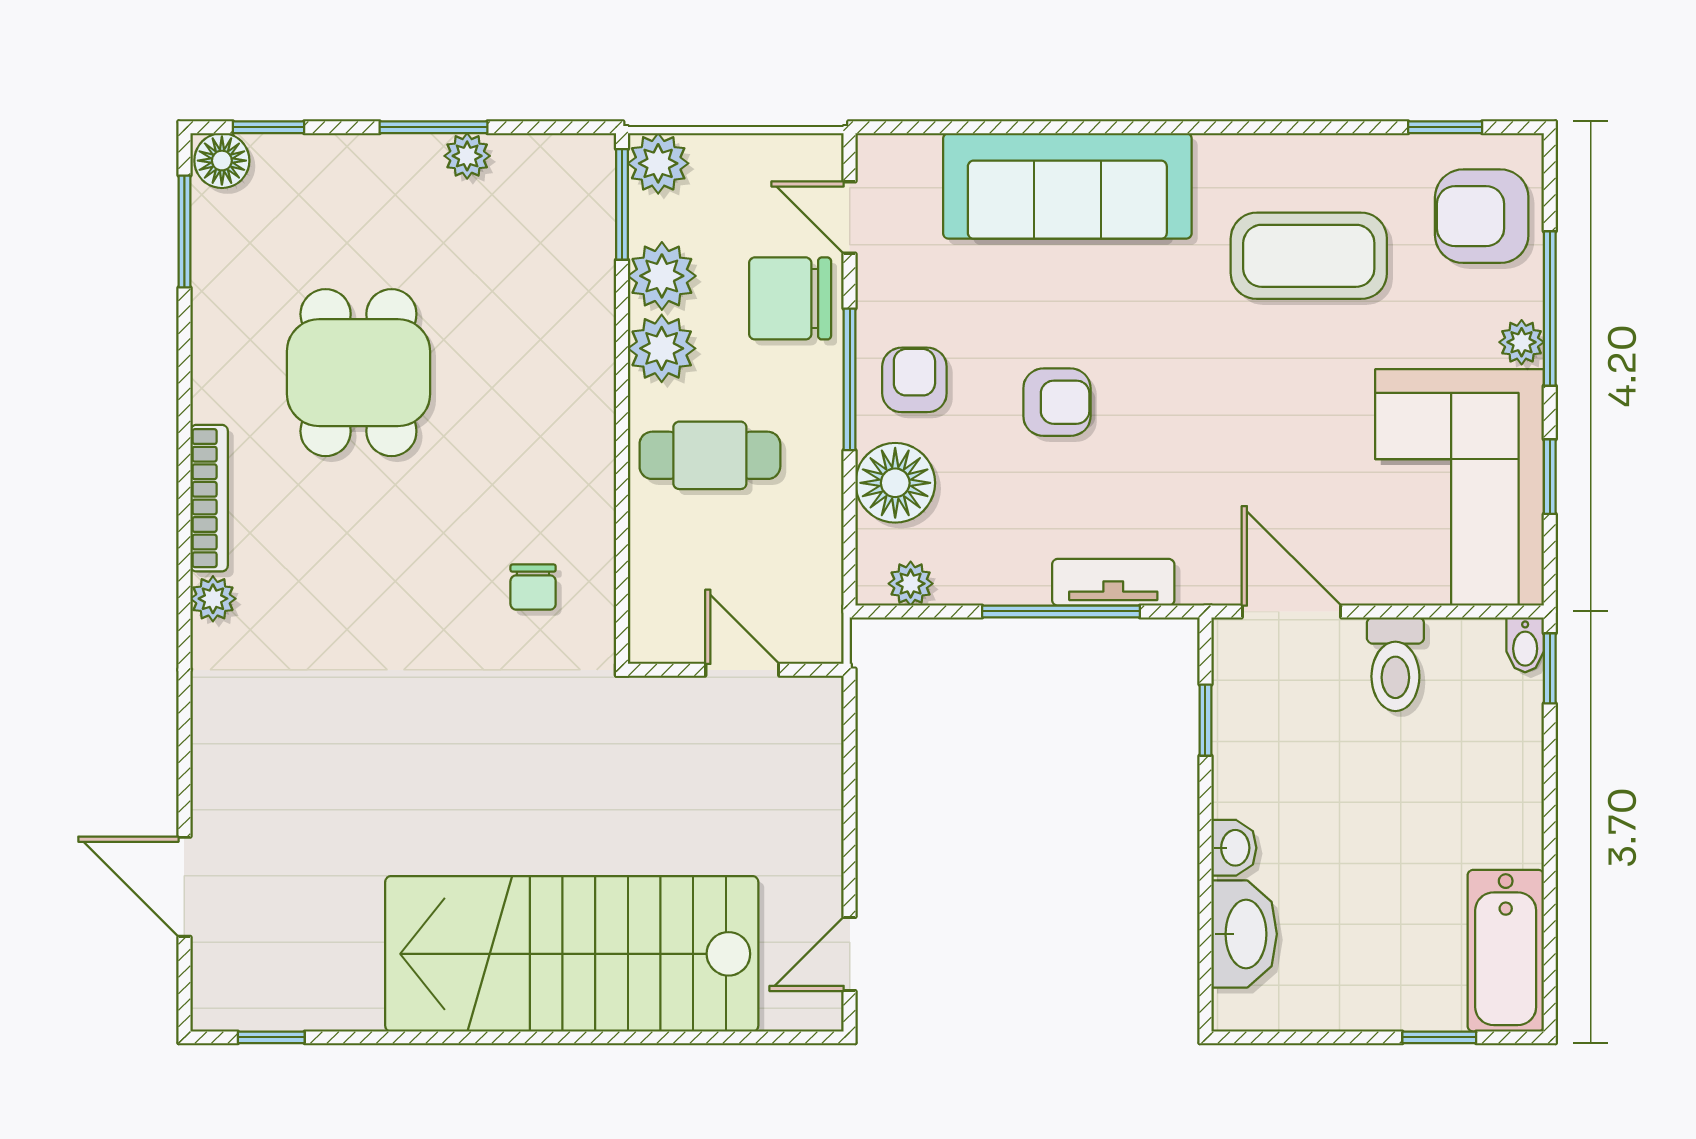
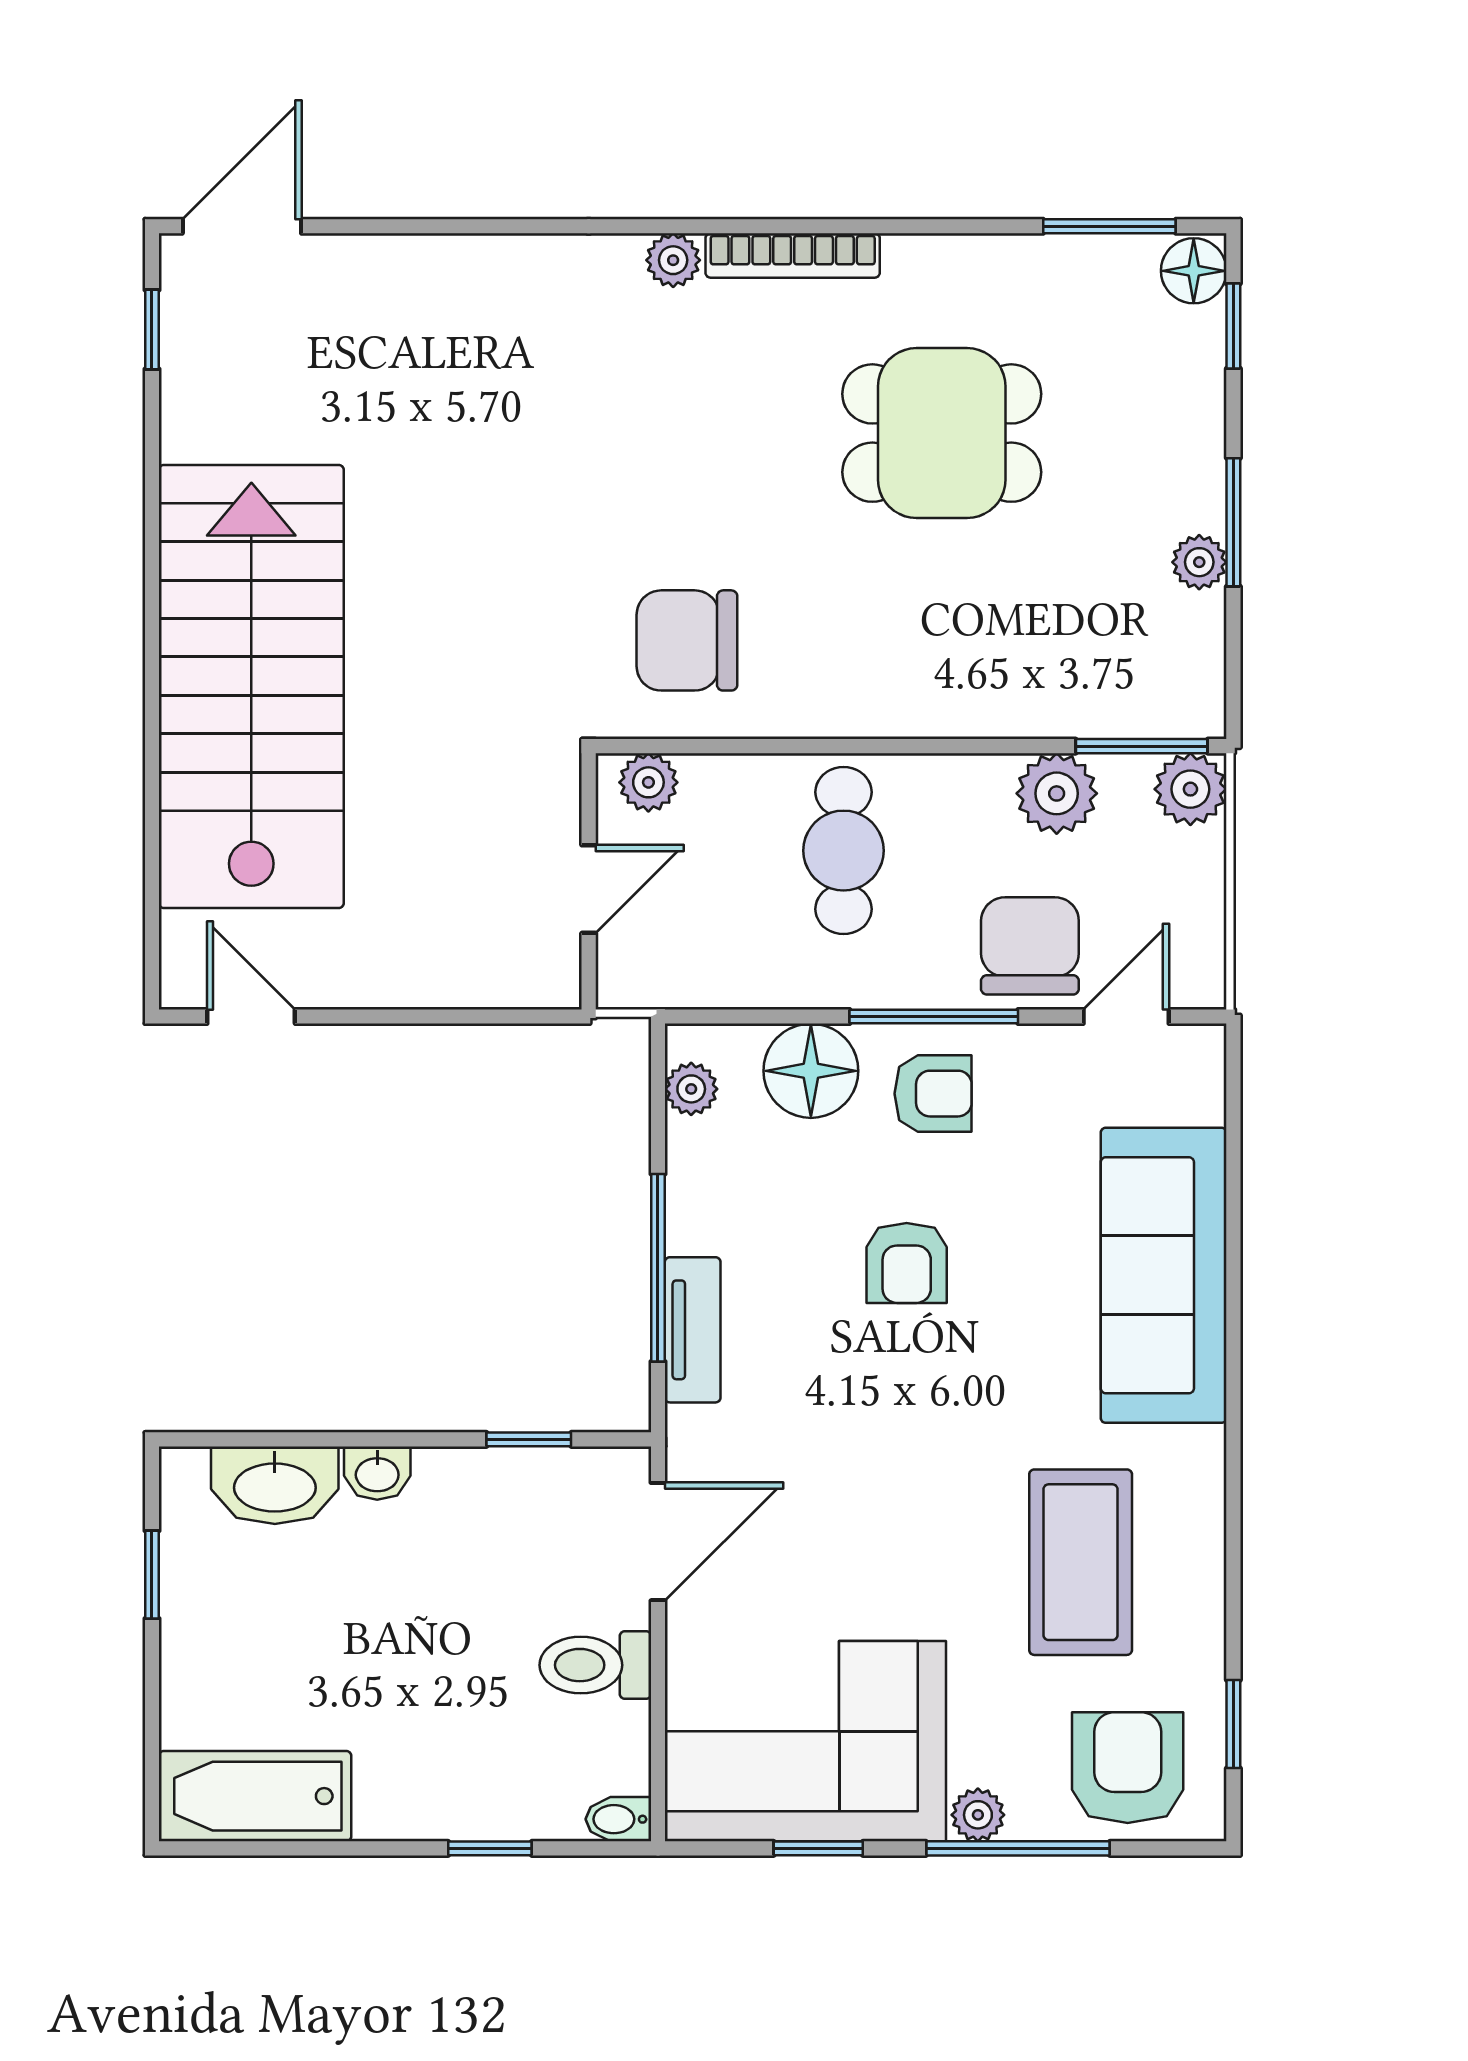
plant: (662, 348) -> (648, 782), moved, width x0.73, depth x0.73
chair: (533, 587) -> (687, 640), width x1.87, depth x1.87
window: (1550, 668) -> (490, 1848), moved
door: (184, 887) -> (242, 226), moved
window: (1439, 1037) -> (152, 1575), moved

